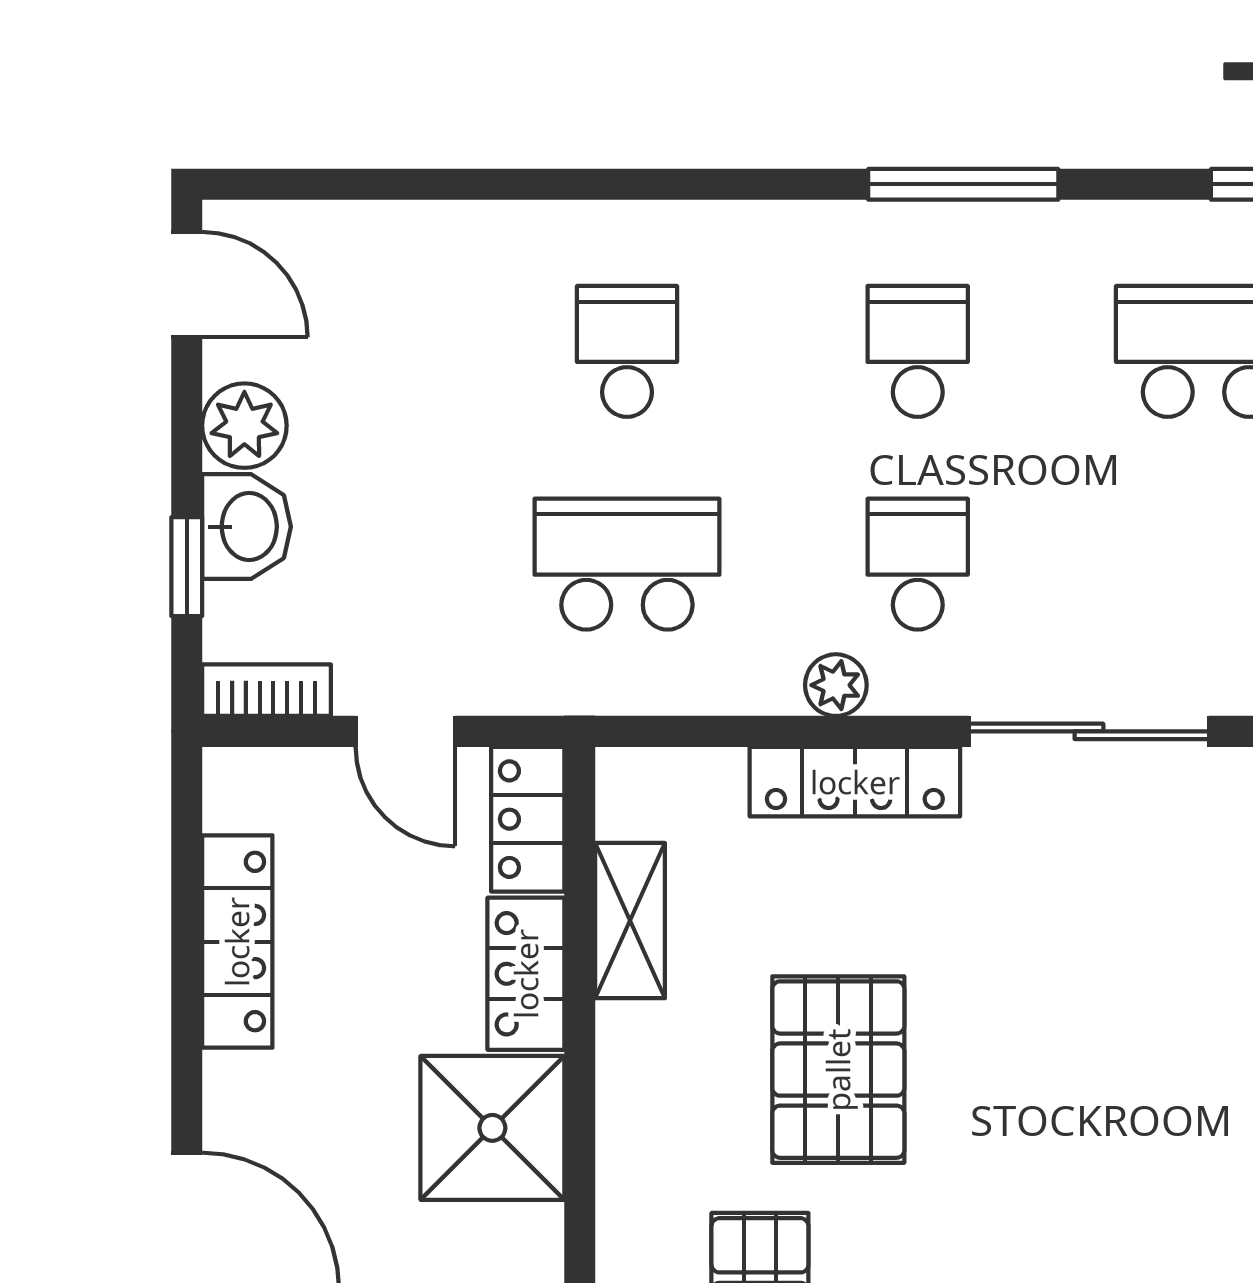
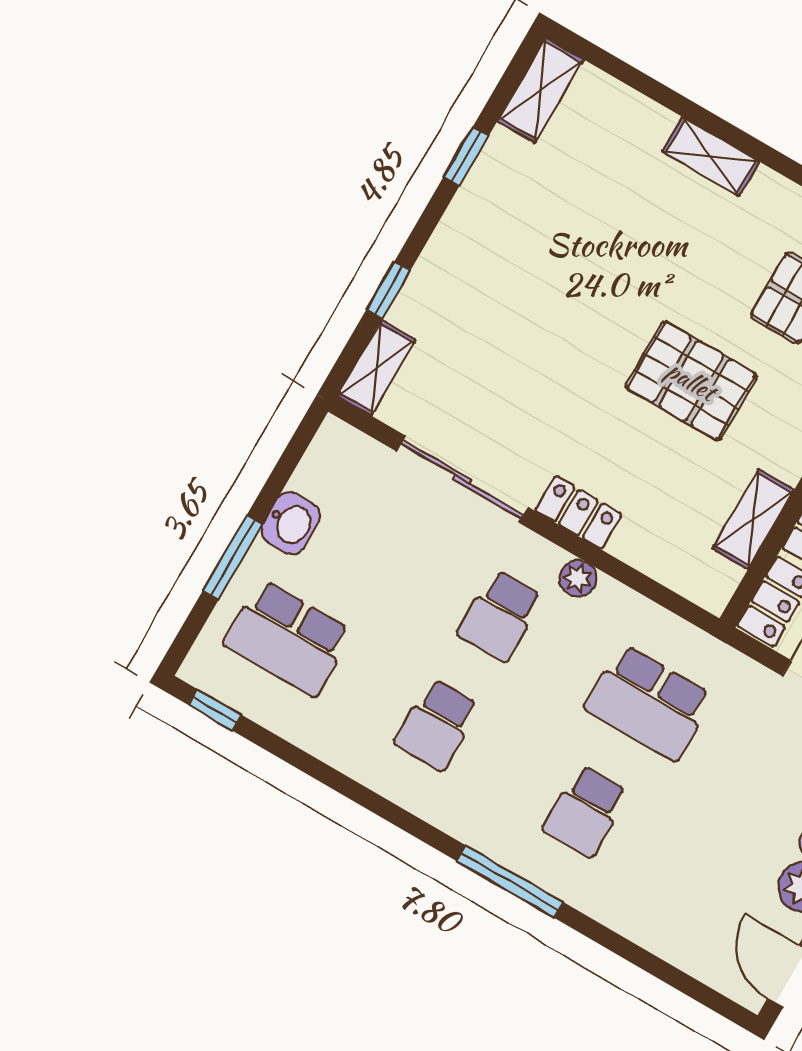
window: (963, 184) -> (510, 882), moved
locker: (855, 782) -> (578, 513), width x0.66
pallet: (838, 1070) -> (691, 381), turned 90

